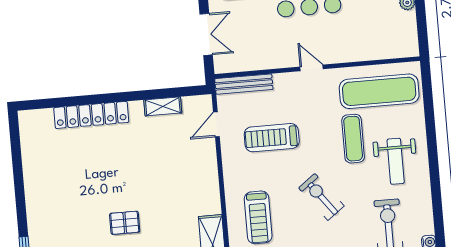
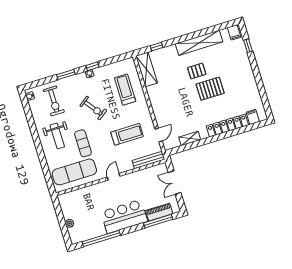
door: (312, 68) -> (114, 177), swing flipped
filing cabinet: (43, 120) -> (253, 117), added
weight bench: (396, 161) -> (57, 136), turned 180
pallet: (108, 186) -> (210, 89), added

